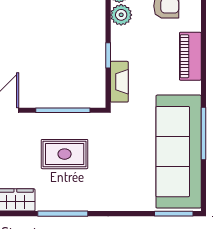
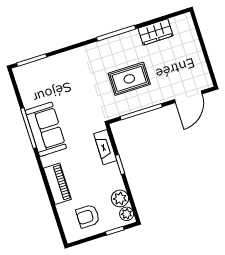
sofa: (179, 152) -> (46, 129), width x0.54, depth x0.79

